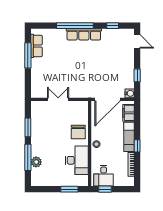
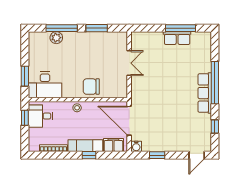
row of seats: (37, 46) -> (177, 38), moved
window: (137, 146) -> (89, 155), moved
desk: (77, 160) -> (45, 85), moved

